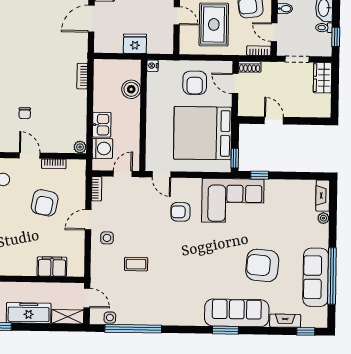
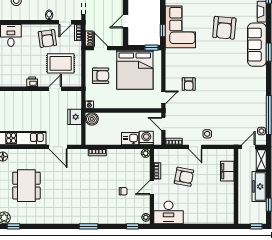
door: (235, 84) -> (101, 48), swing flipped
boiler: (131, 89) -> (92, 119), moved
corner sofa: (233, 201) -> (180, 27), moved
coffee table: (136, 264) -> (225, 114), removed

